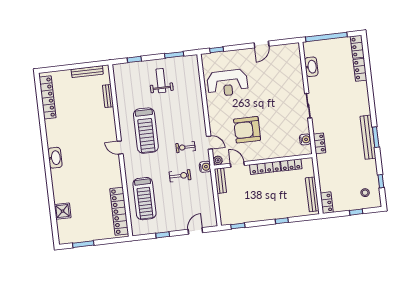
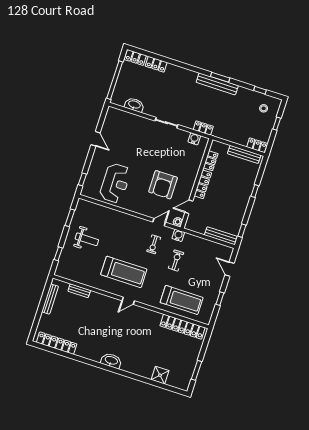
weight bench: (161, 81) -> (87, 239), turned 180
bench: (220, 181) -> (221, 236), moved, width x1.36

